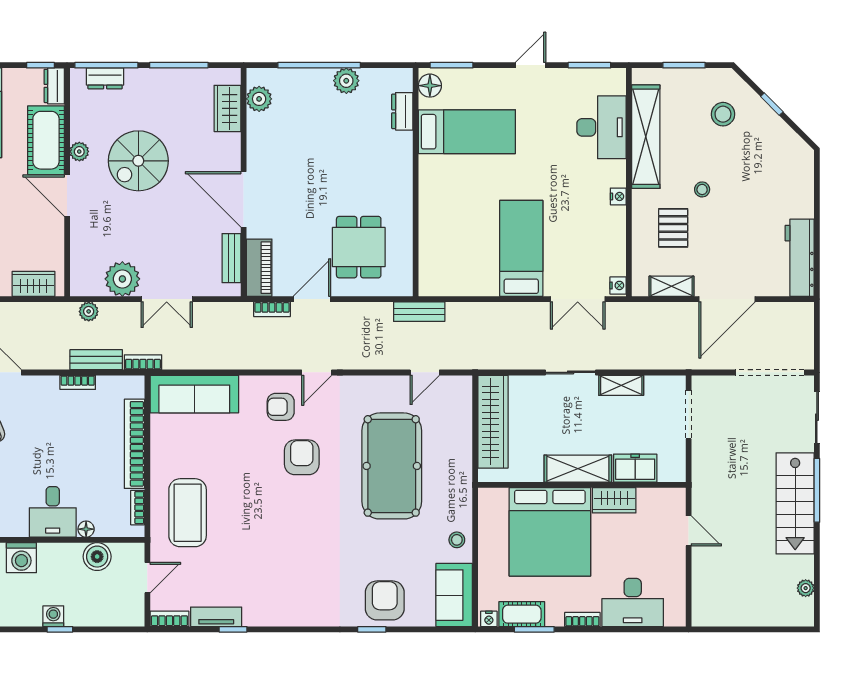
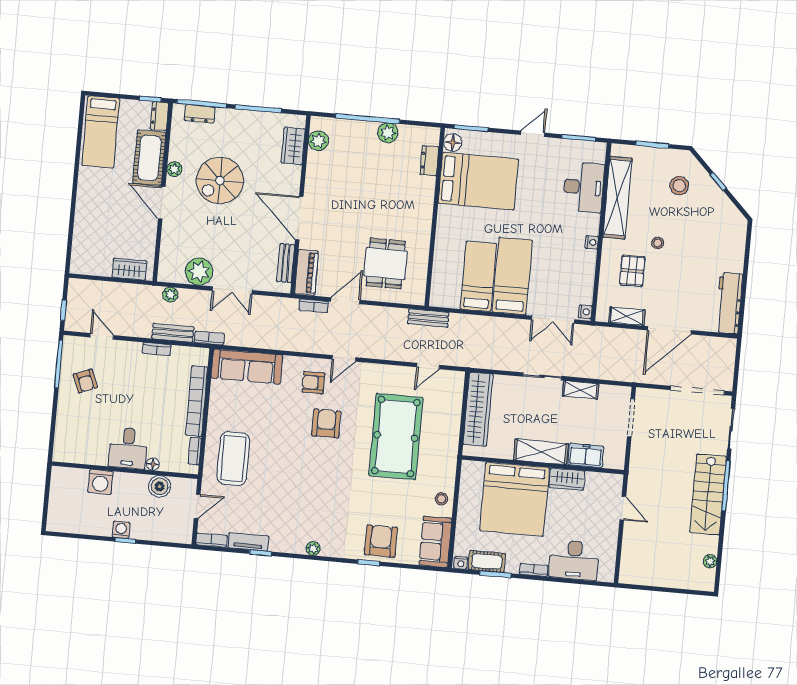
bed: (467, 132) -> (478, 181), width x1.50
bed: (478, 253) -> (478, 276), added
plant: (299, 618) -> (313, 548), added

